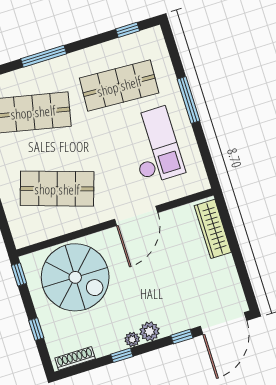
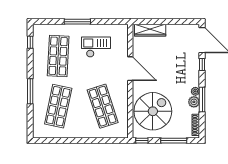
checkout: (155, 145) -> (96, 47), width x0.73, depth x0.83
shop shelf: (57, 189) -> (103, 106), turned -36
window: (36, 329) -> (174, 141), width x2.17
plant: (149, 331) -> (194, 102), moved
window: (122, 355) -> (202, 99), width x2.17

